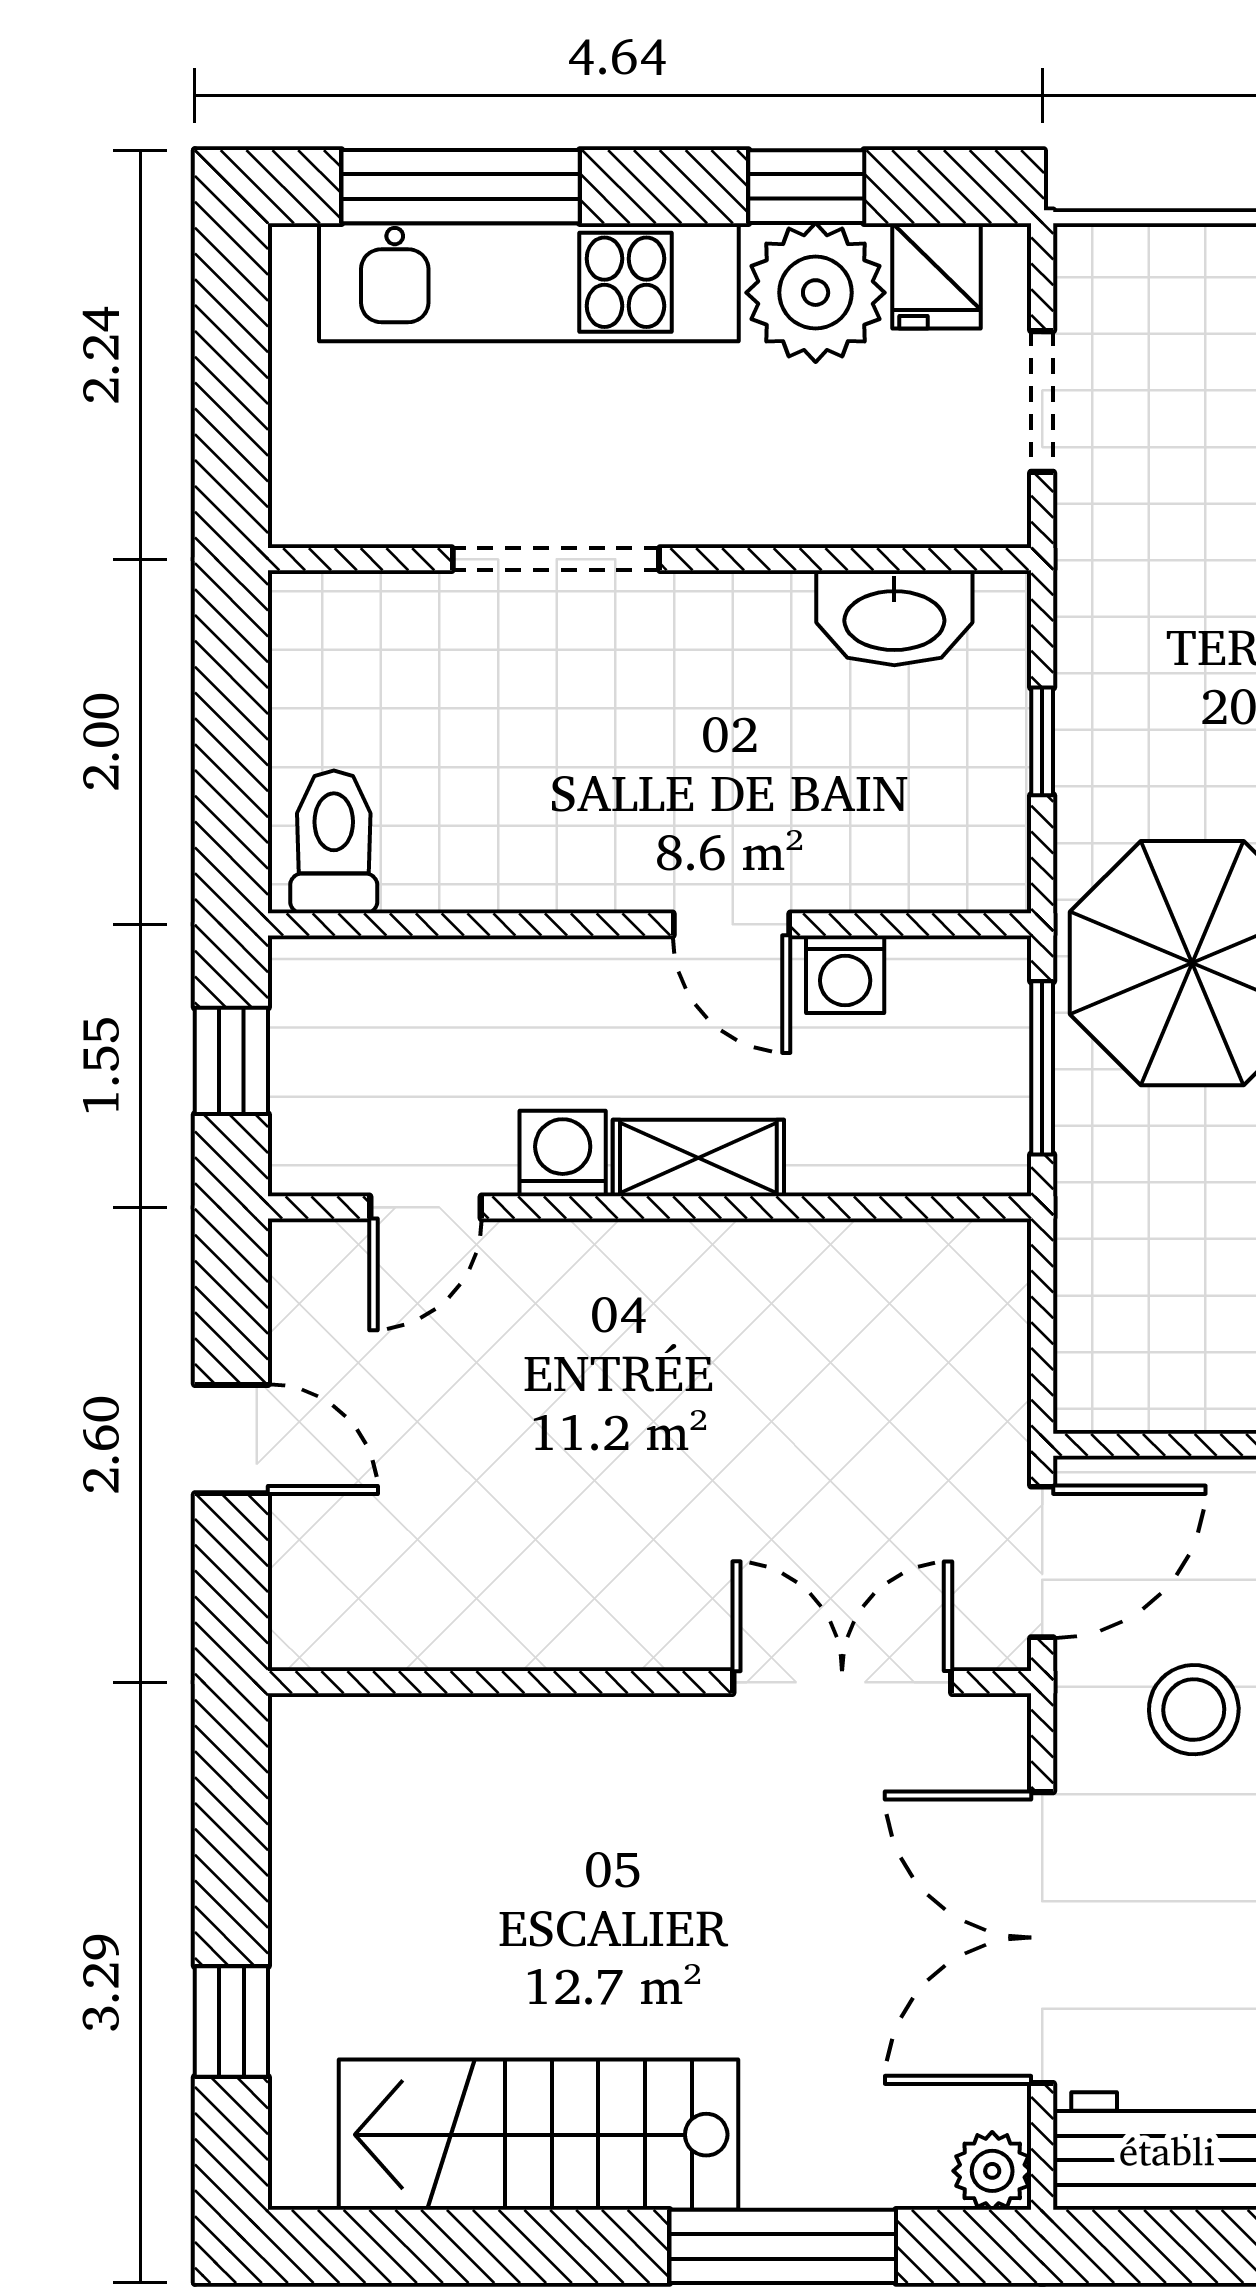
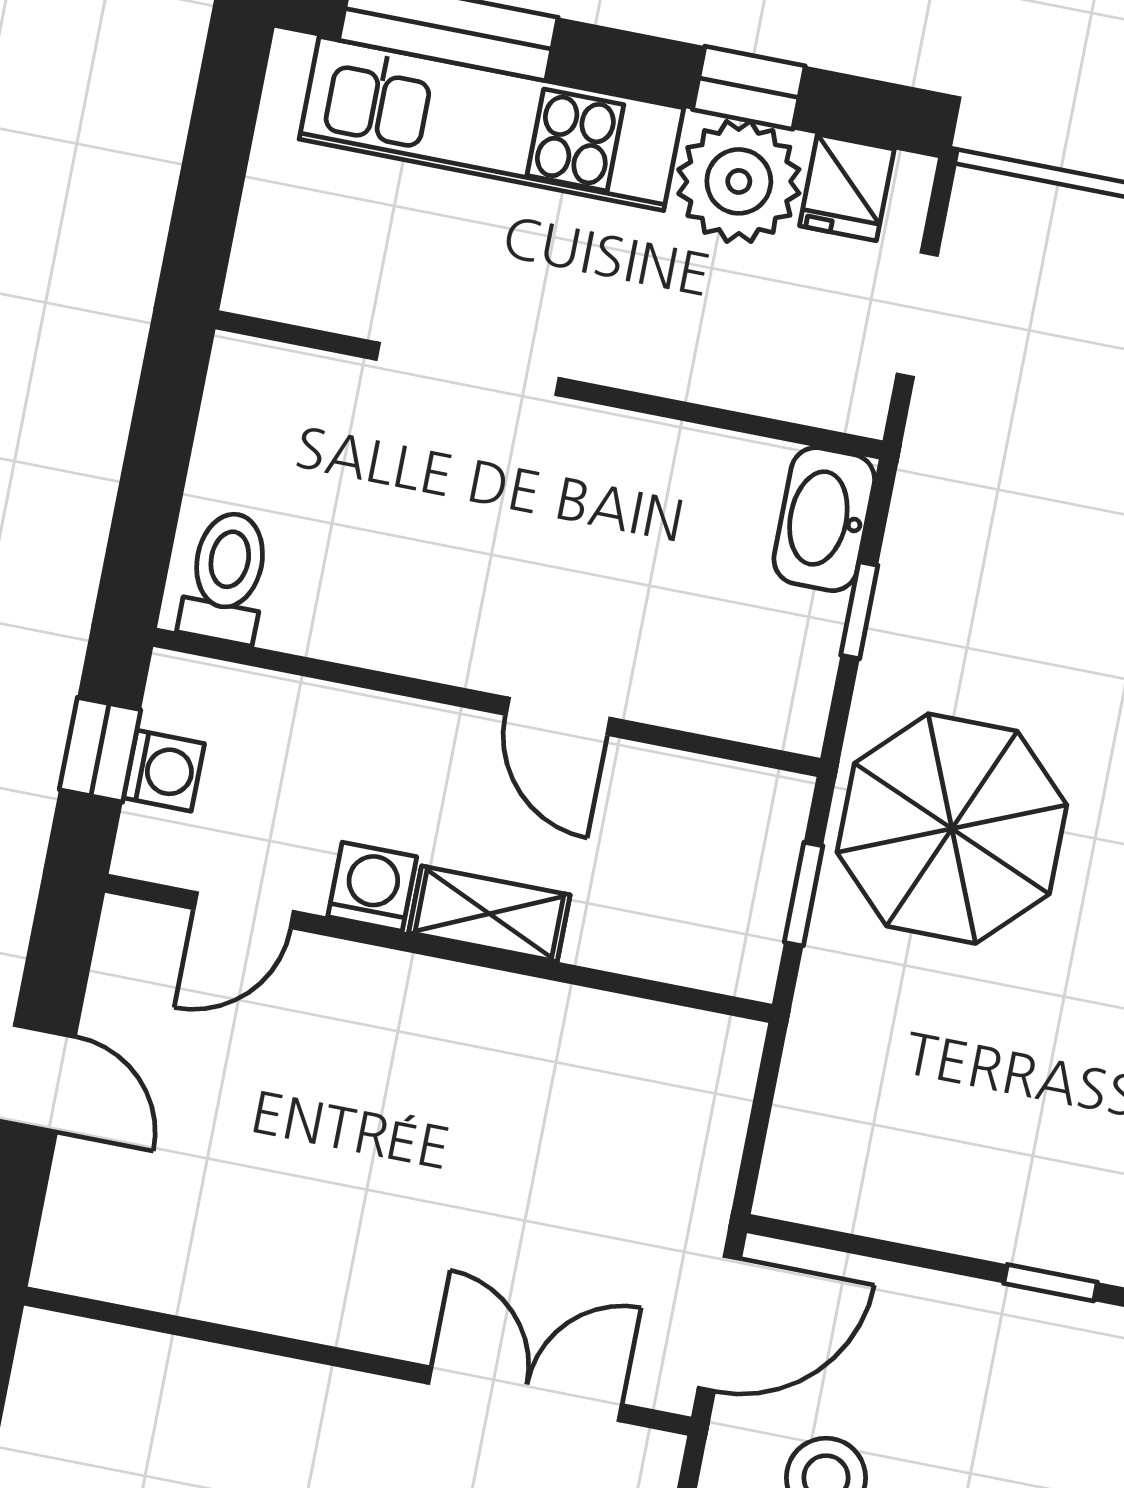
washbasin: (894, 618) -> (824, 519), moved, turned 90
washing machine: (845, 974) -> (164, 771), moved, turned -90
window: (1042, 1068) -> (804, 894), width x0.67

